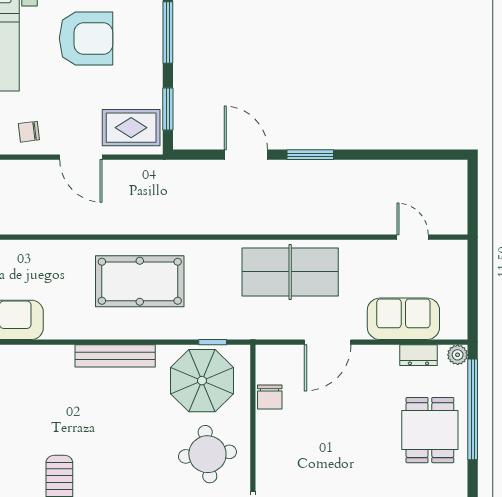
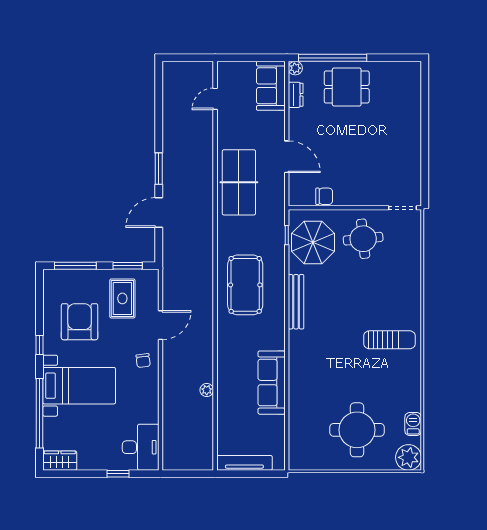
rug: (131, 128) -> (122, 298), moved
sofa: (403, 319) -> (271, 86), moved

